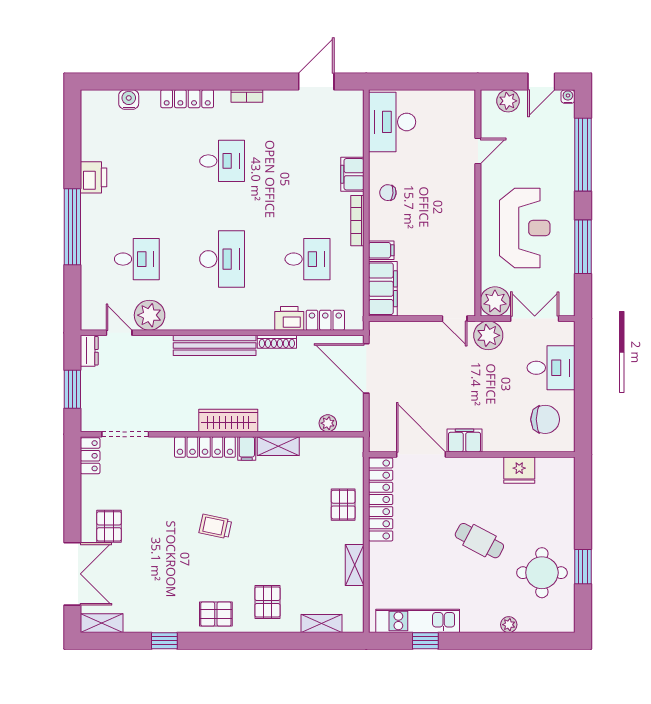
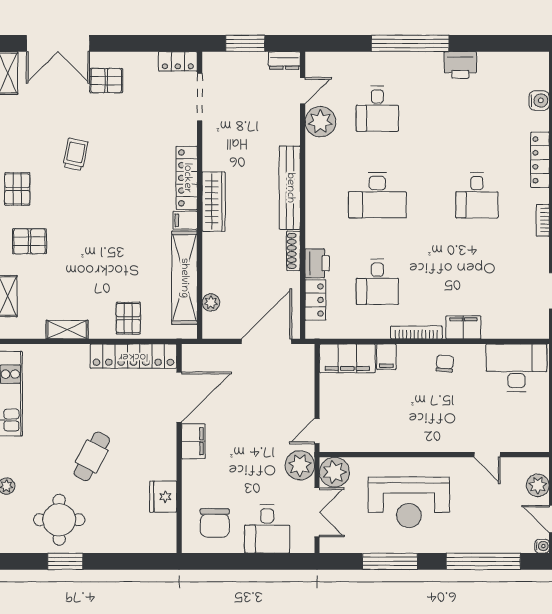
shelving: (278, 446) -> (184, 278), width x2.20, depth x1.33
pallet: (343, 505) -> (128, 318), turned 90
trolley: (215, 526) -> (75, 154), moved

